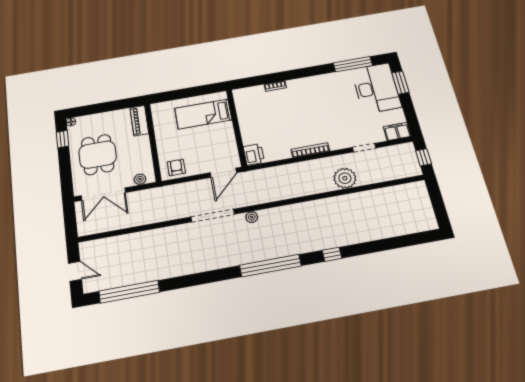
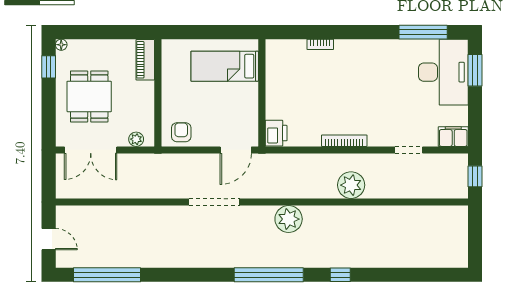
plant: (345, 178) -> (351, 185), moved
plant: (252, 217) -> (289, 219), moved, width x1.87, depth x1.87

